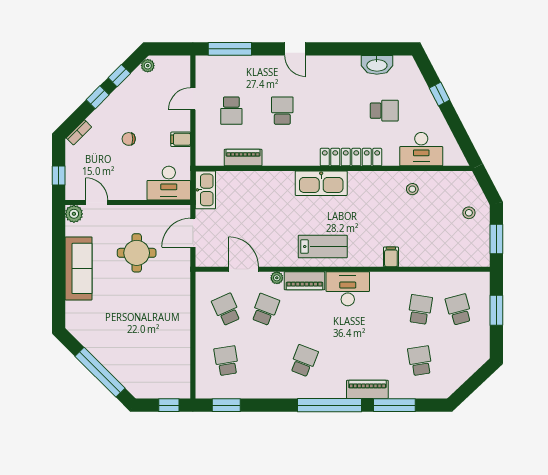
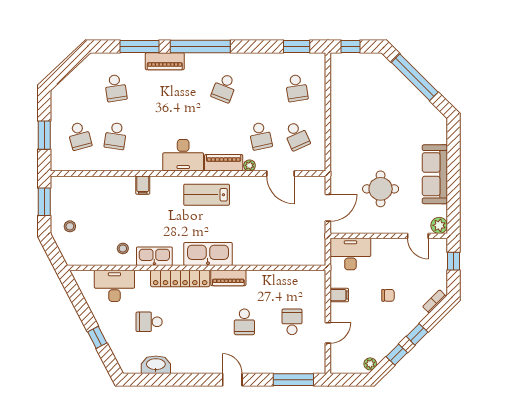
piano: (243, 158) -> (228, 278), moved
kitchen sink: (205, 190) -> (154, 256), moved, turned 90
school desk: (265, 310) -> (260, 136), turned -33

